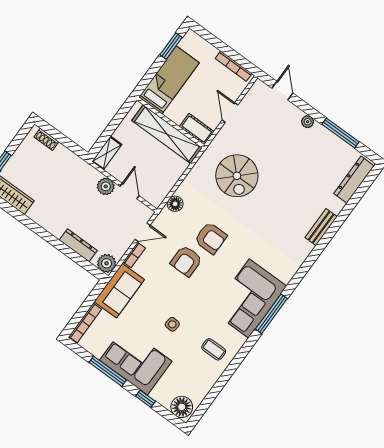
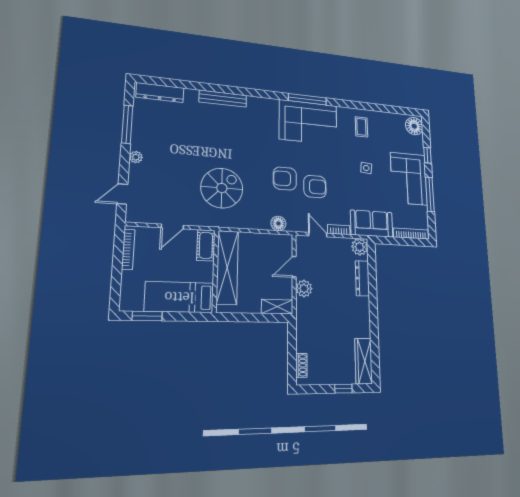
bench: (321, 227) -> (223, 99), width x1.36
armchair: (211, 238) -> (285, 179), turned -90

